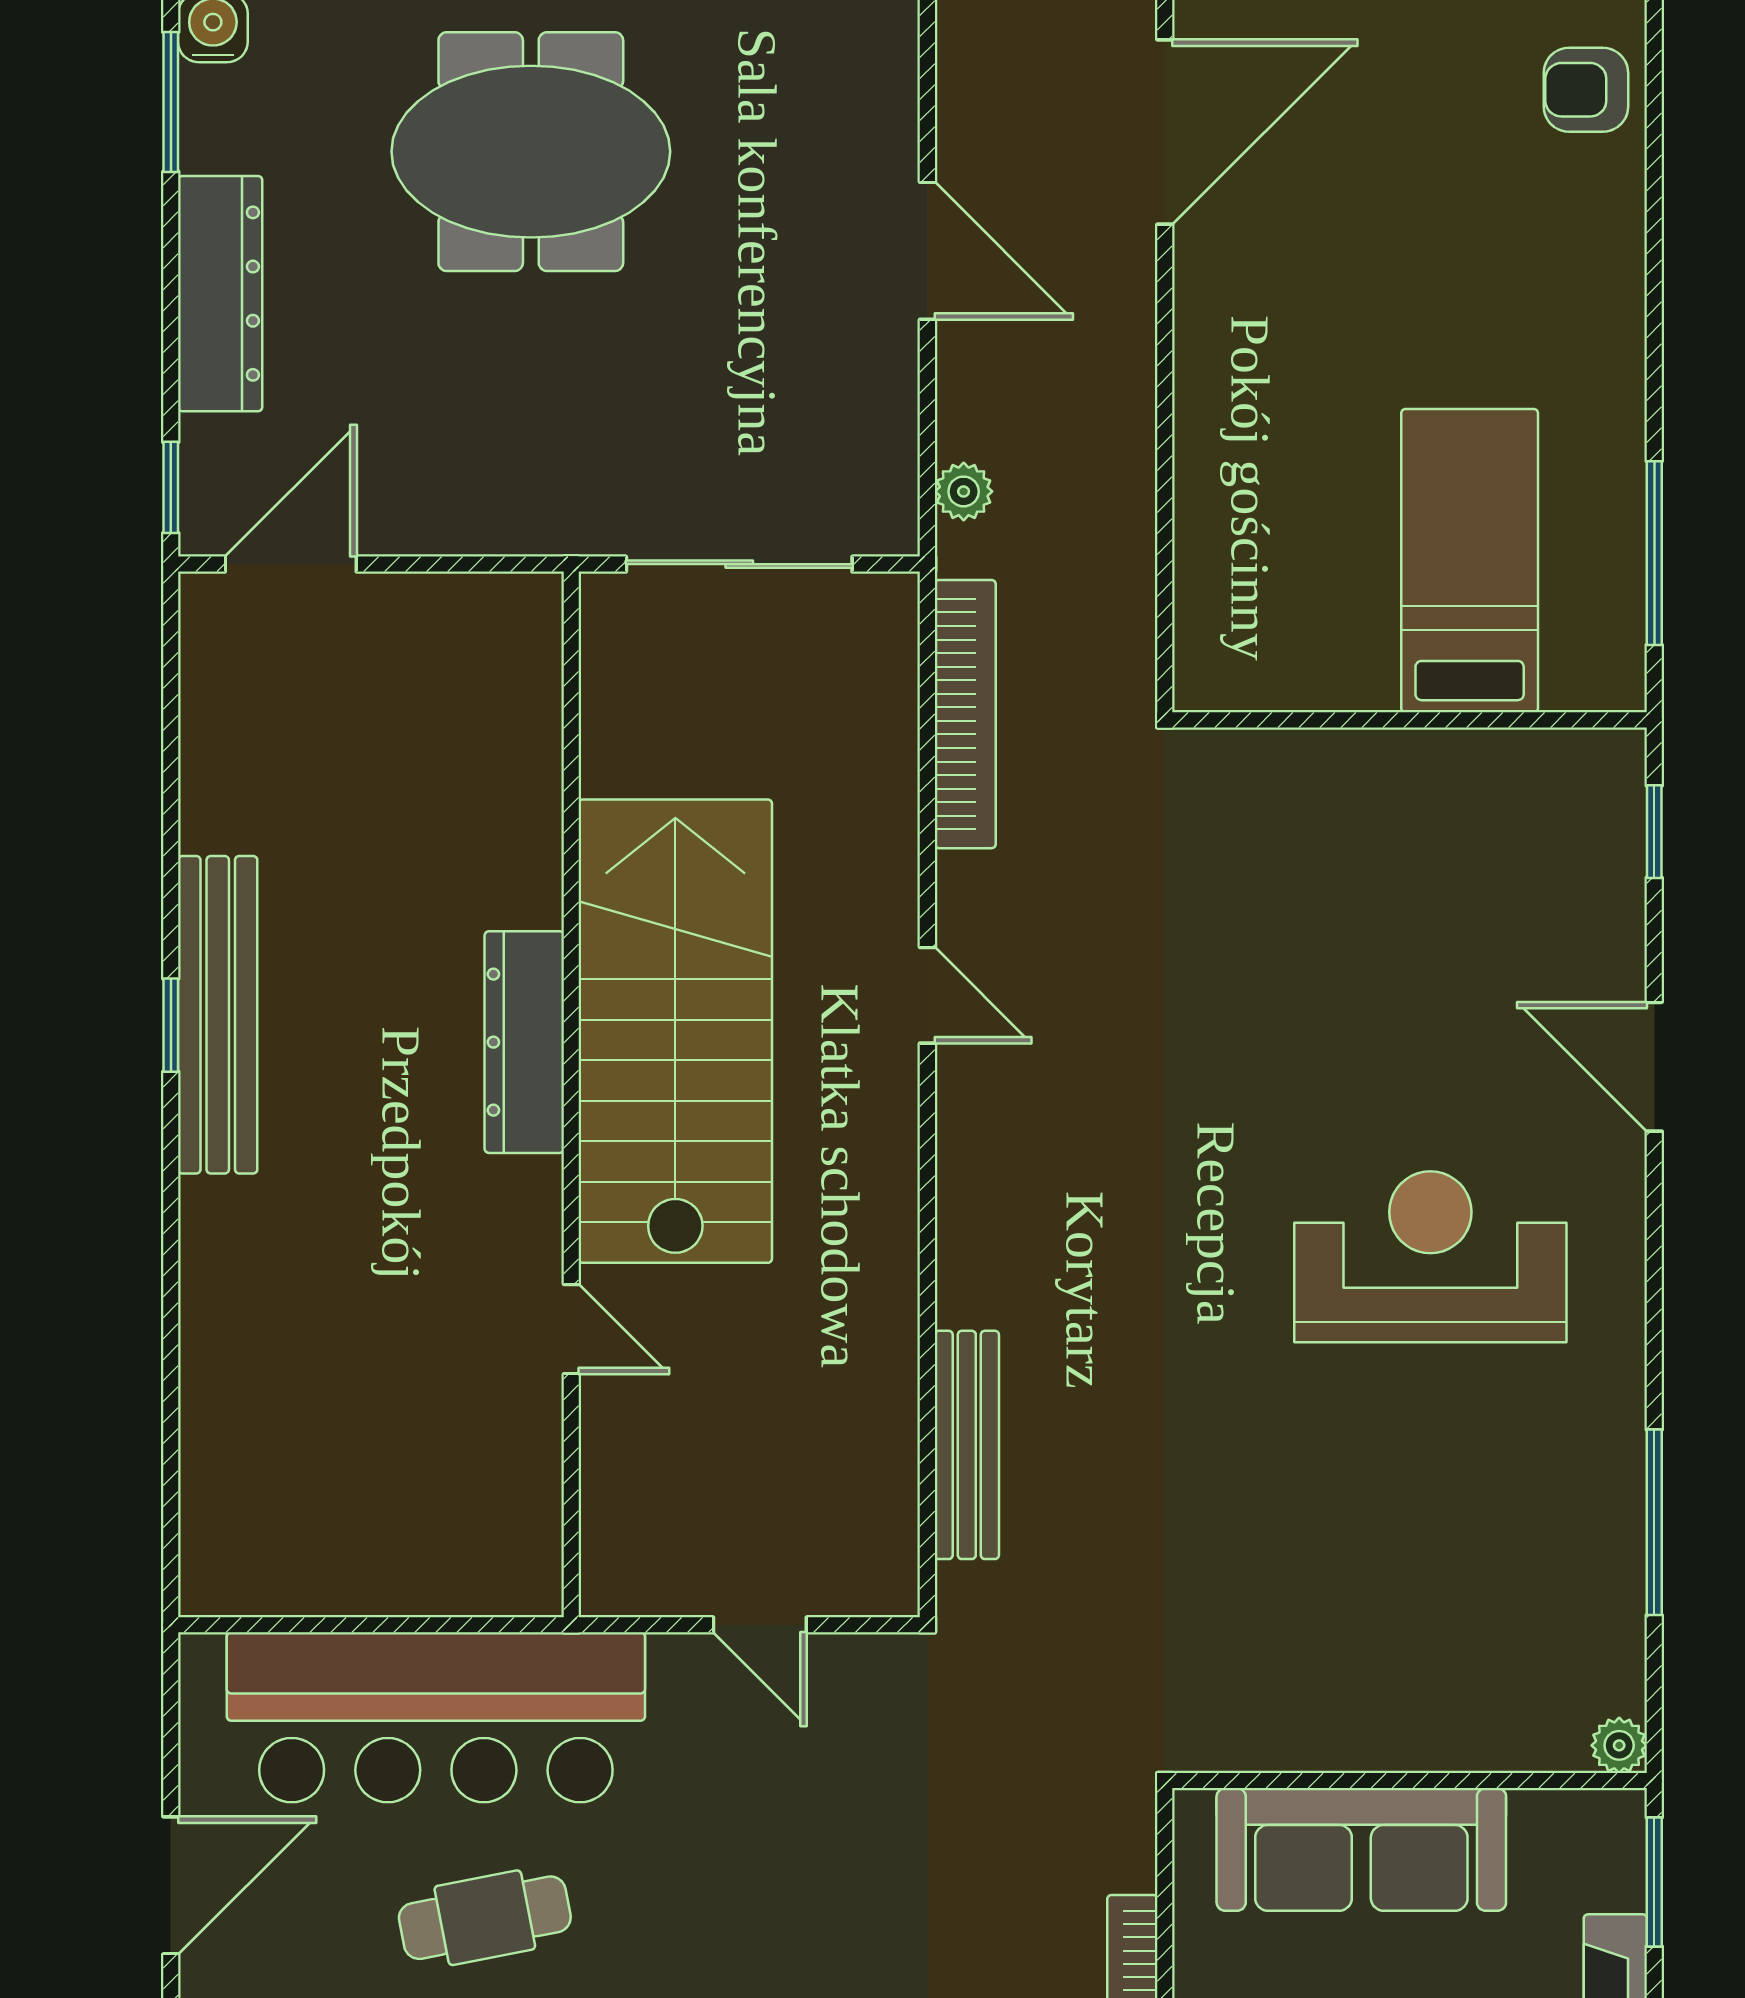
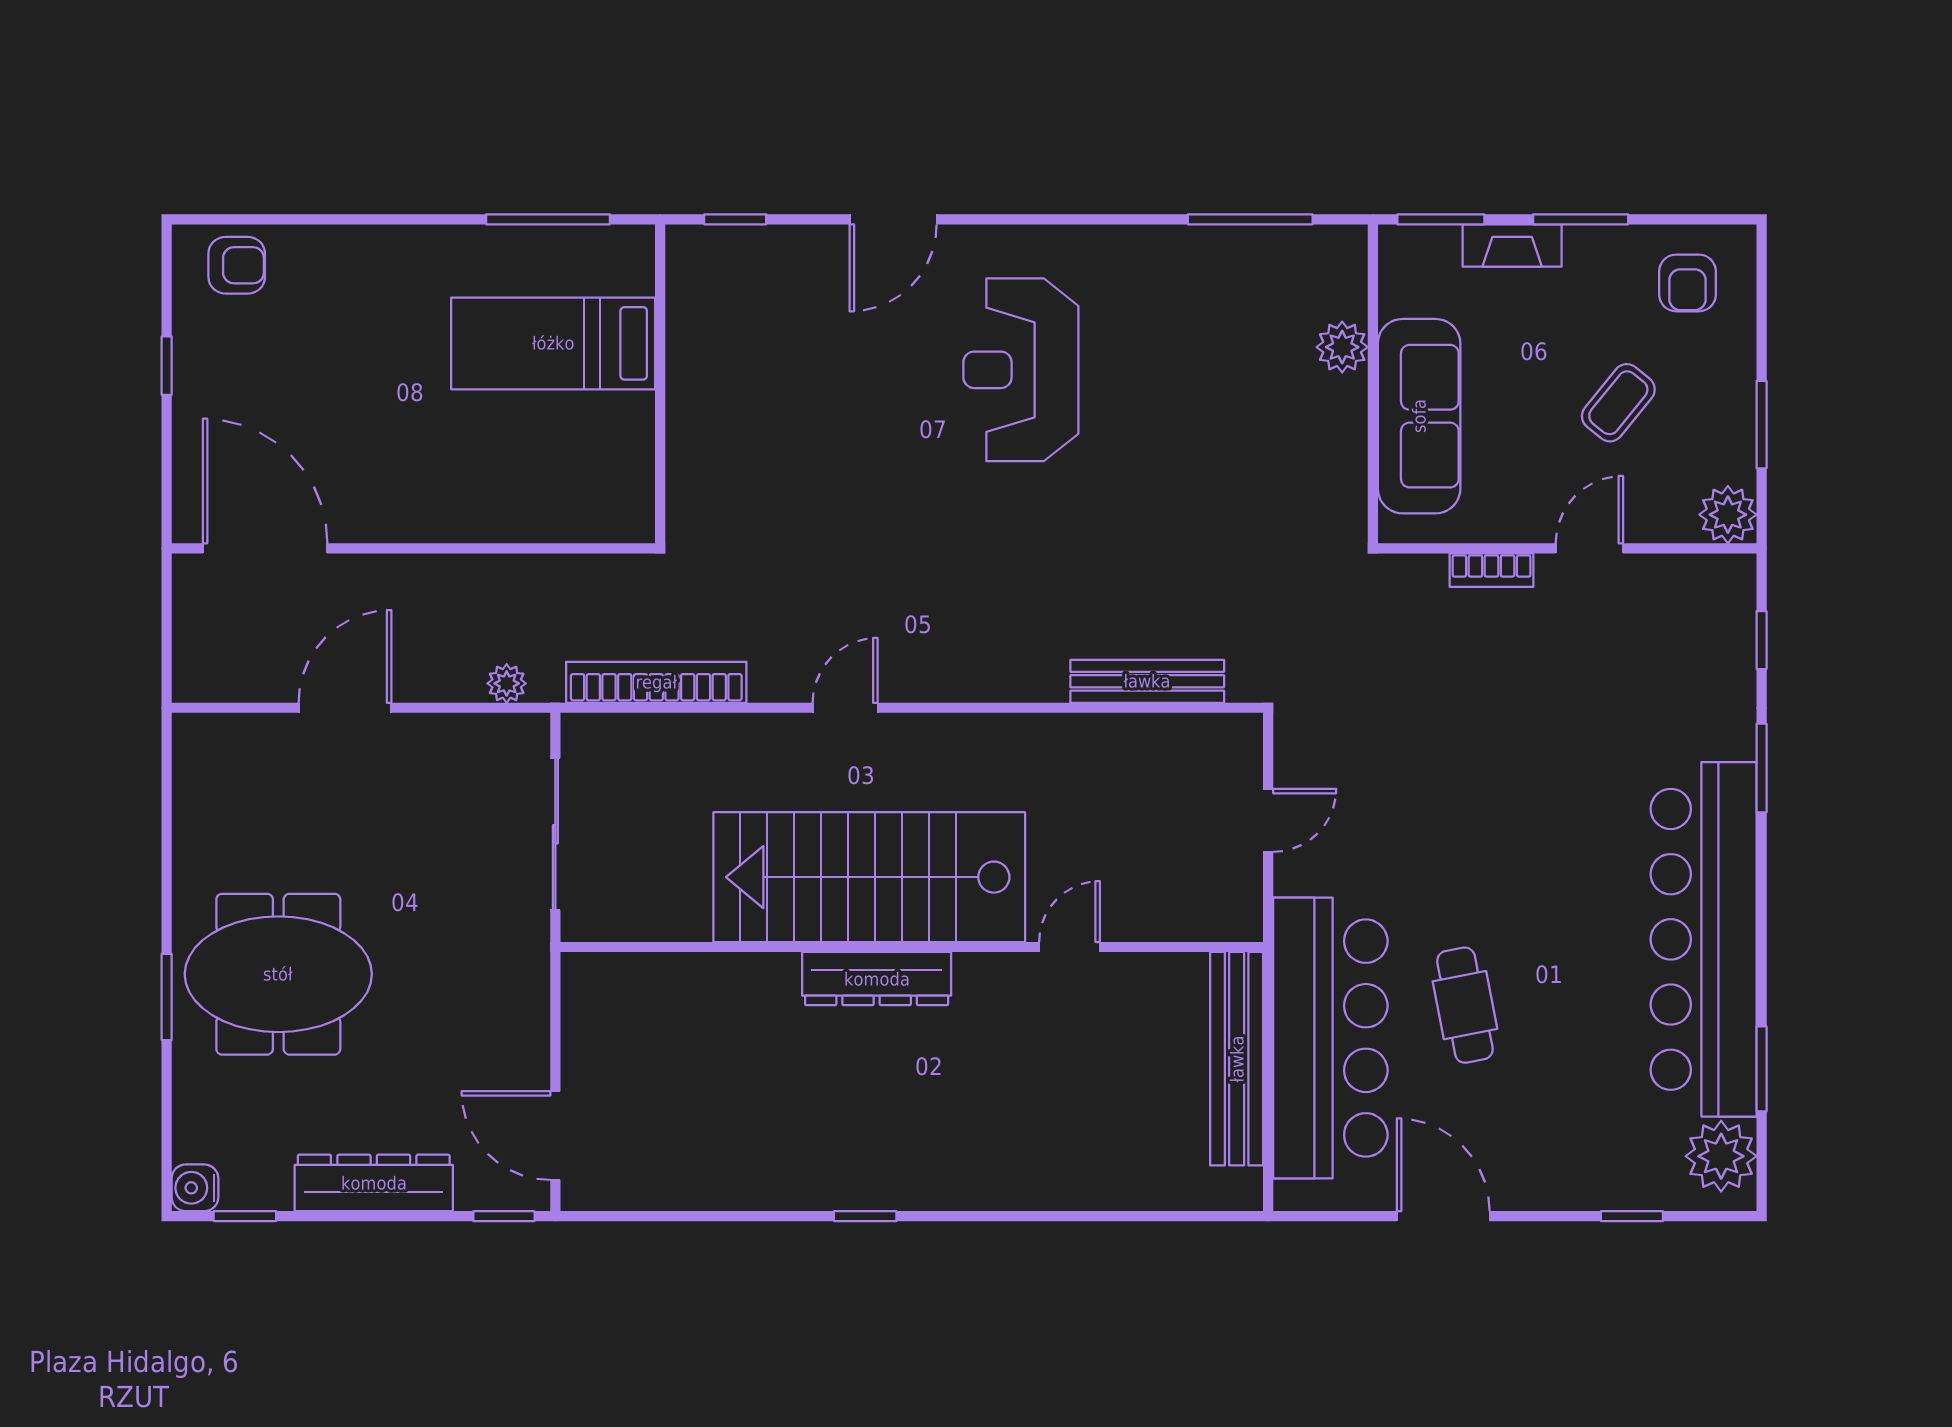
armchair: (1586, 90) -> (237, 265), turned -90
window: (171, 102) -> (245, 1216), width x0.67
meeting table: (531, 152) -> (278, 974), turned 90
bench: (218, 1015) -> (1237, 1059), moved, turned 90
window: (1654, 1522) -> (1250, 219), moved
plant: (1619, 1745) -> (1342, 347), moved, width x1.38, depth x1.38

